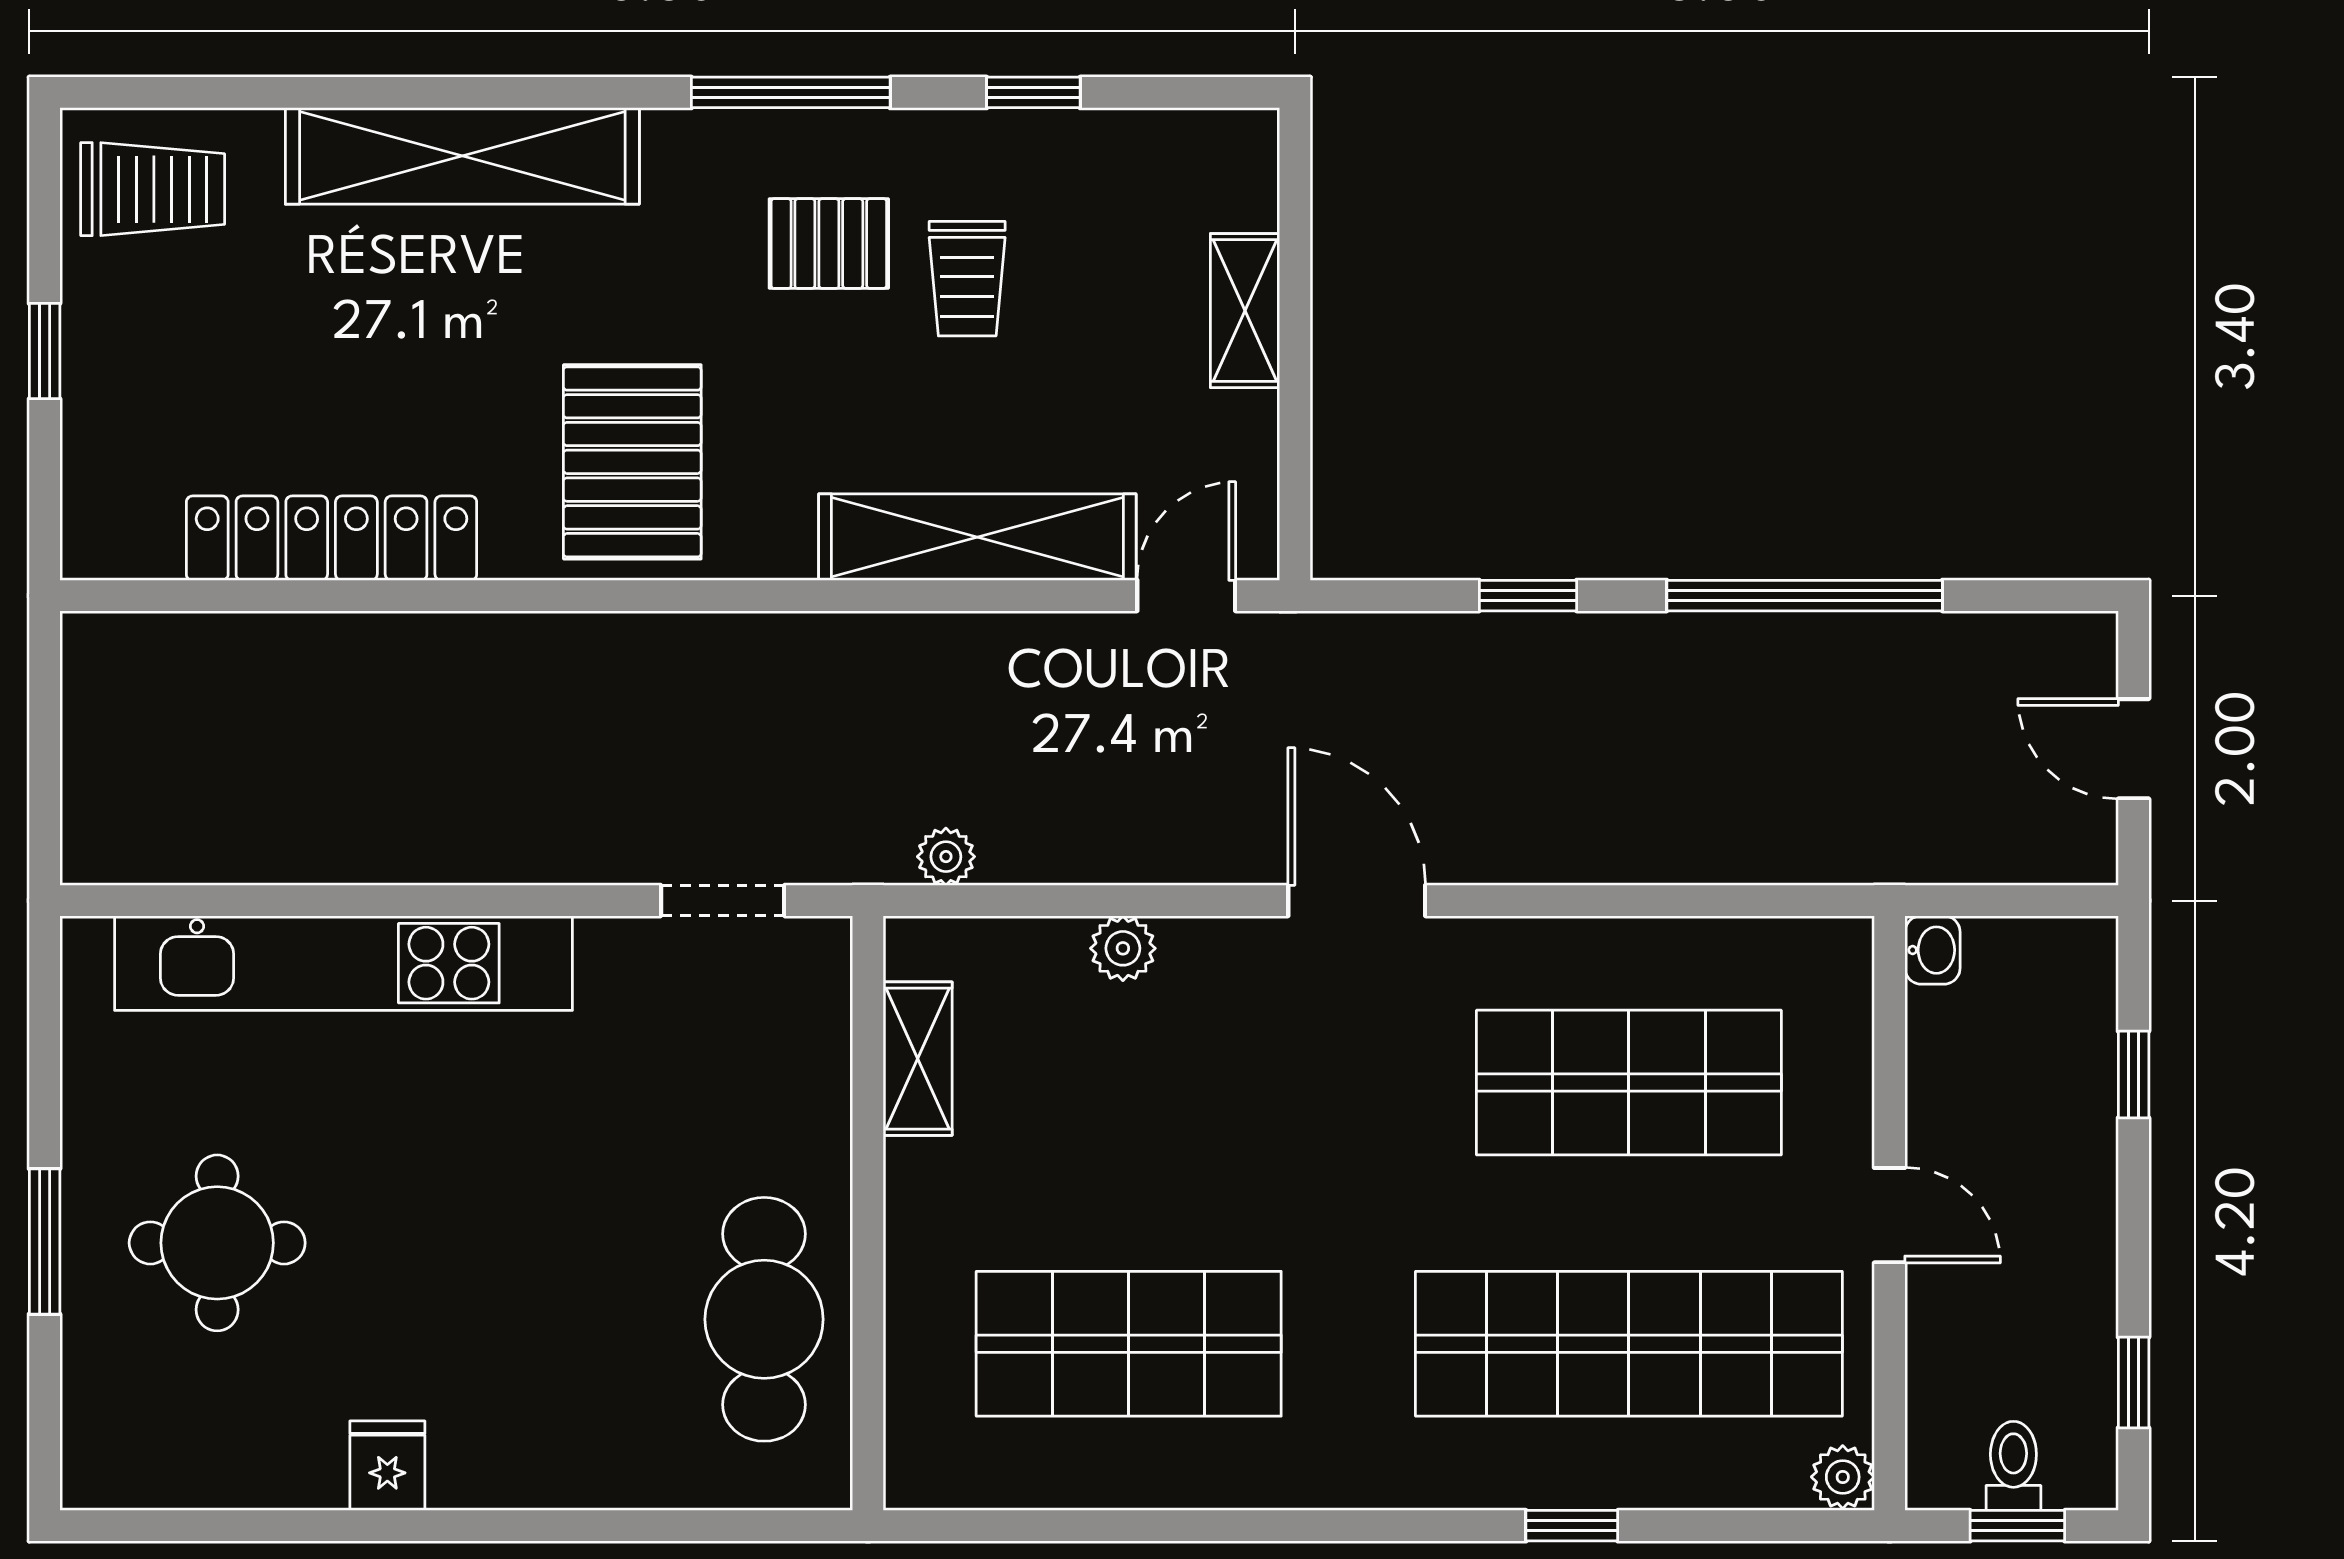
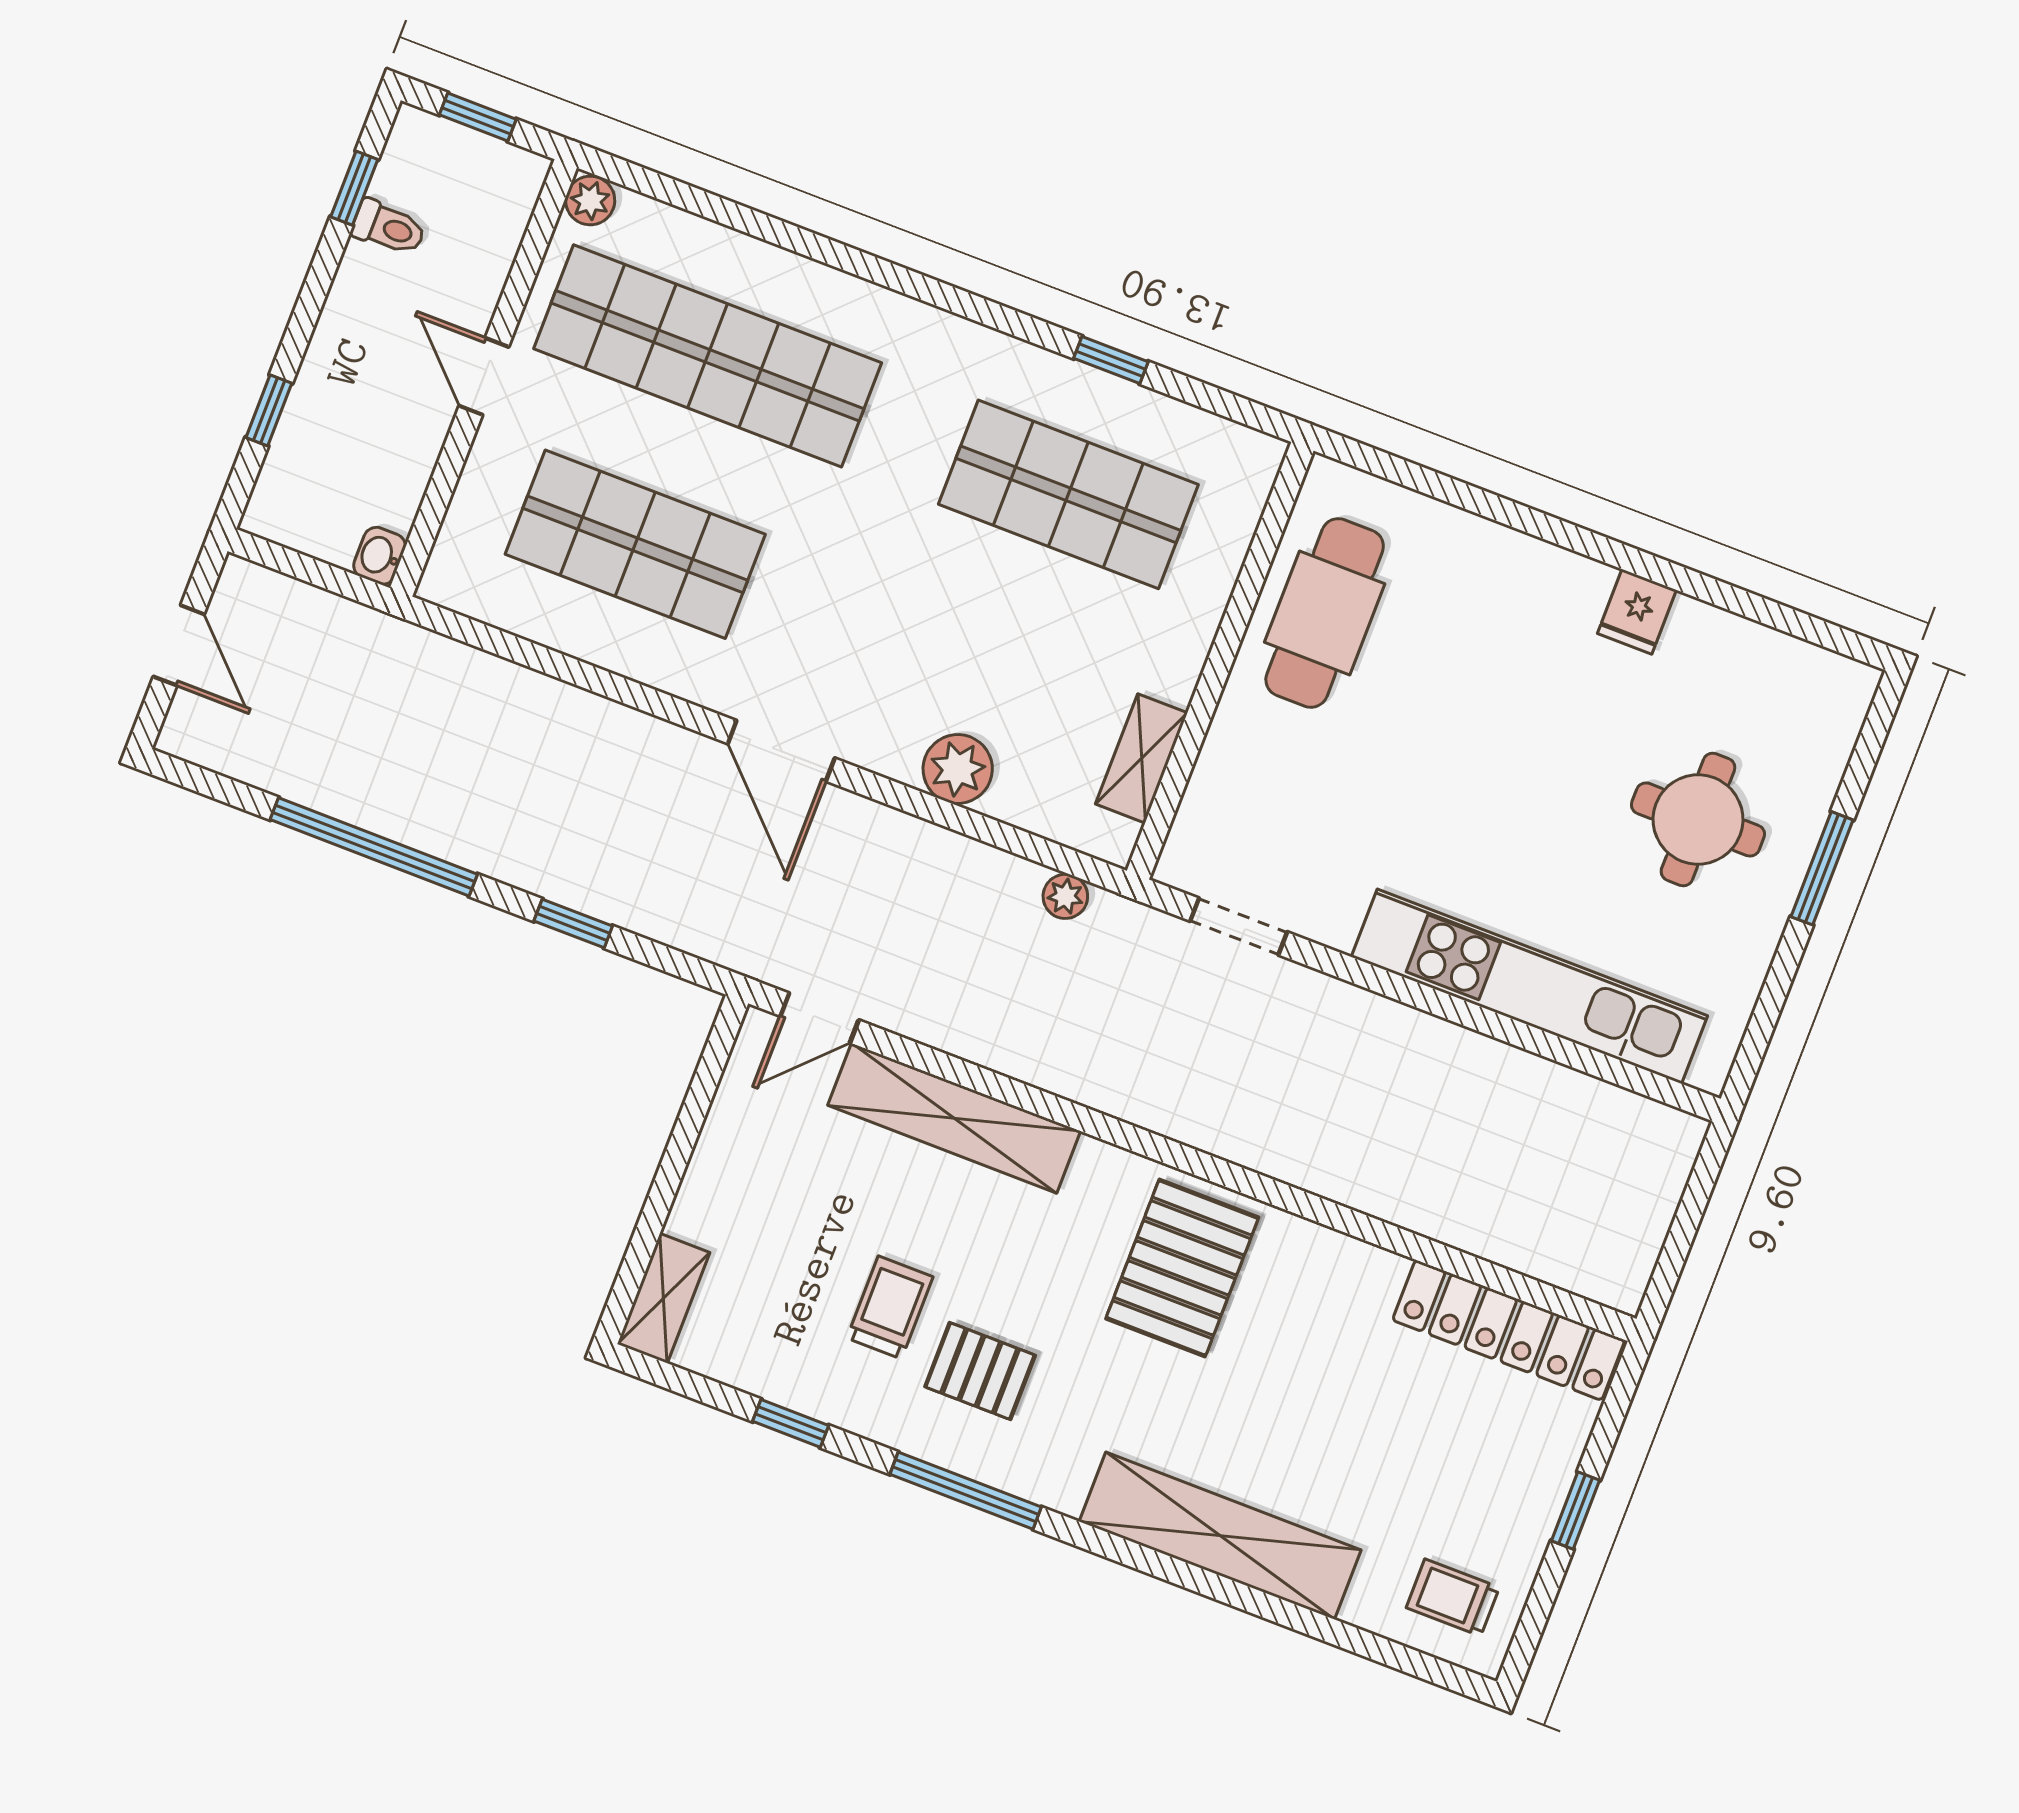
trolley: (153, 189) -> (1453, 1598), width x0.73, depth x0.72
shelving: (1245, 311) -> (664, 1298), moved
locker: (332, 538) -> (1509, 1330), moved
plant: (1123, 948) -> (958, 769), width x1.38, depth x1.38
toilet: (2013, 1466) -> (389, 228), moved, turned -90
window: (1572, 1526) -> (1111, 360), moved

